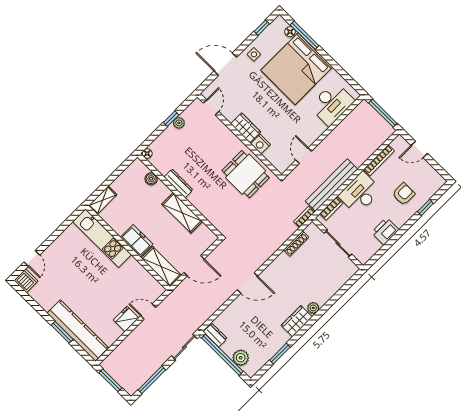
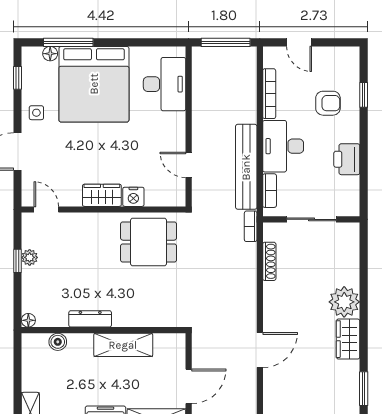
door: (419, 149) -> (299, 42), hinge flipped
armchair: (404, 194) -> (328, 103), turned 90
plant: (313, 308) -> (344, 302), width x1.87, depth x1.87

